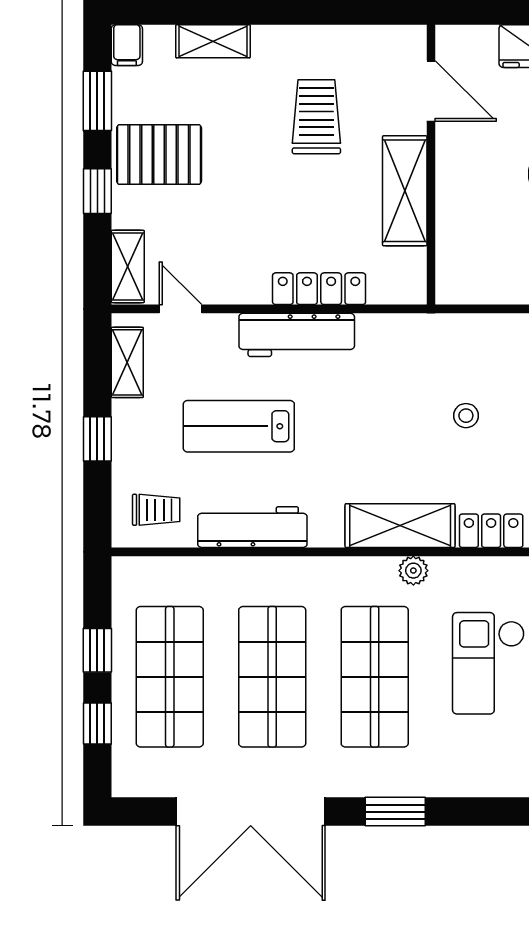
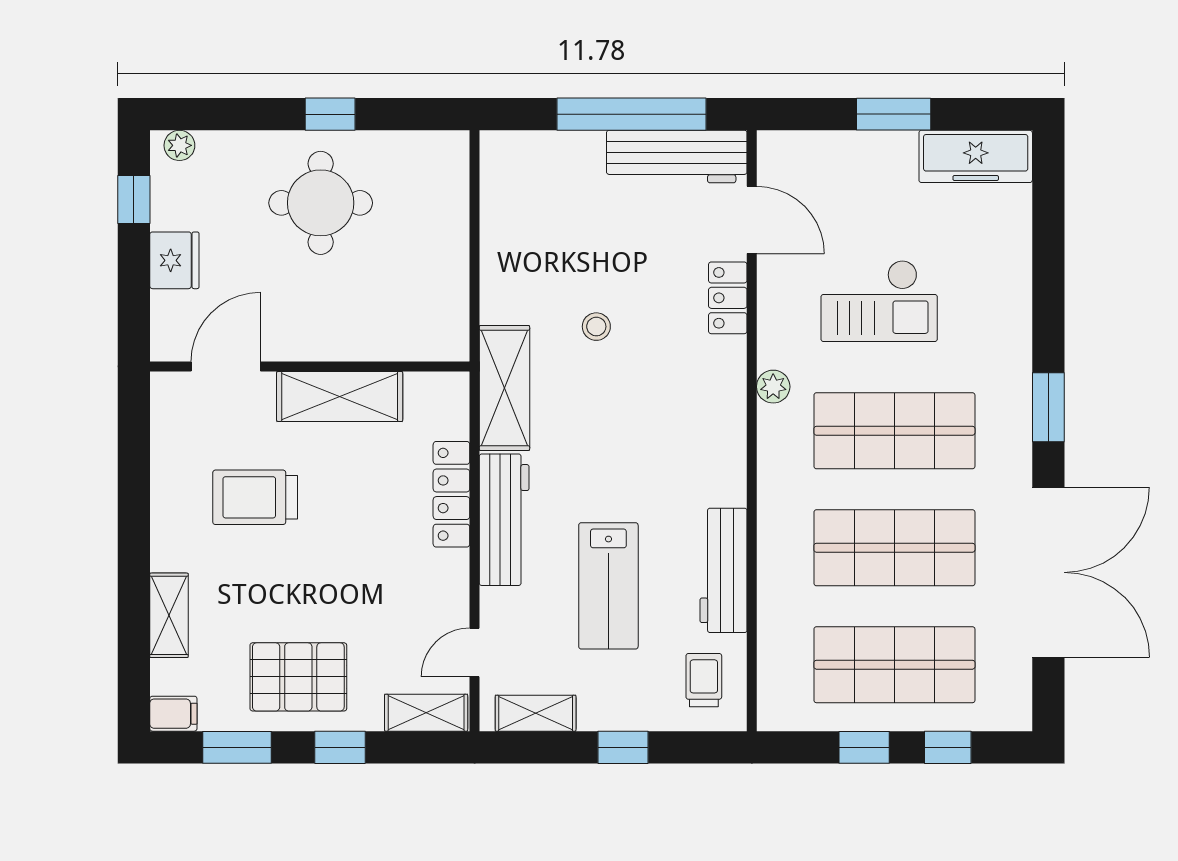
pallet: (159, 155) -> (298, 677), turned 90
shelving: (400, 526) -> (504, 388), moved

